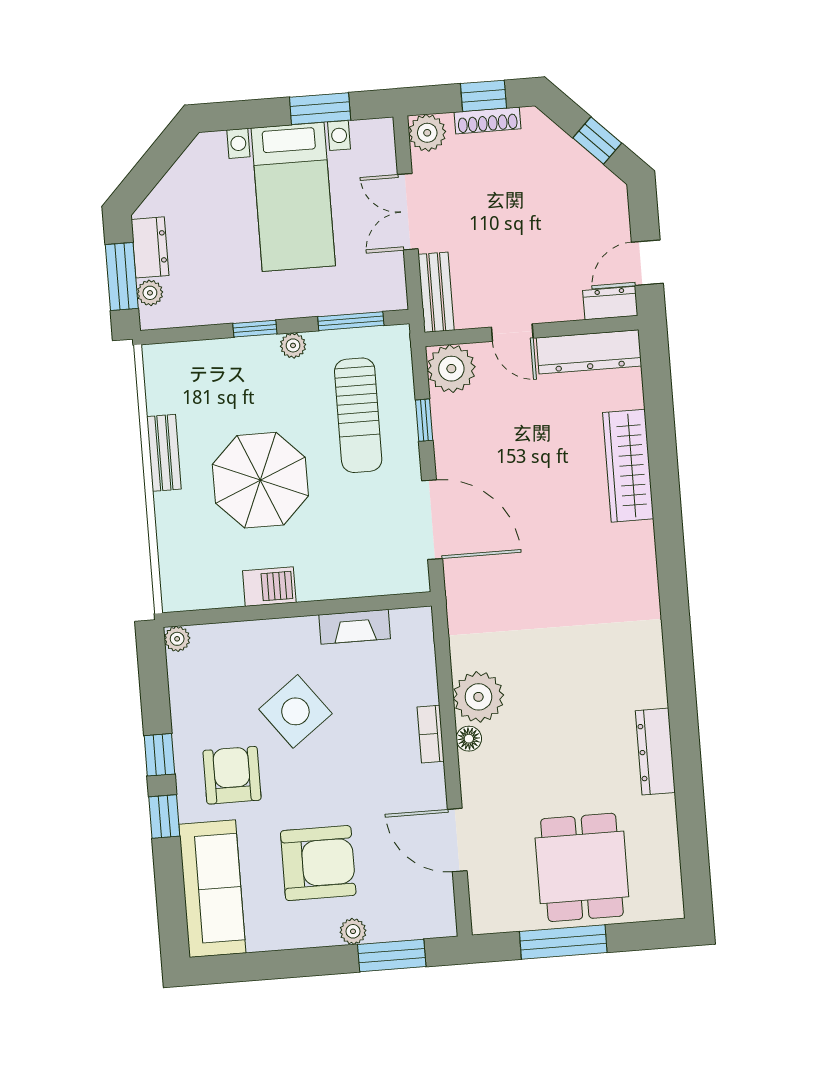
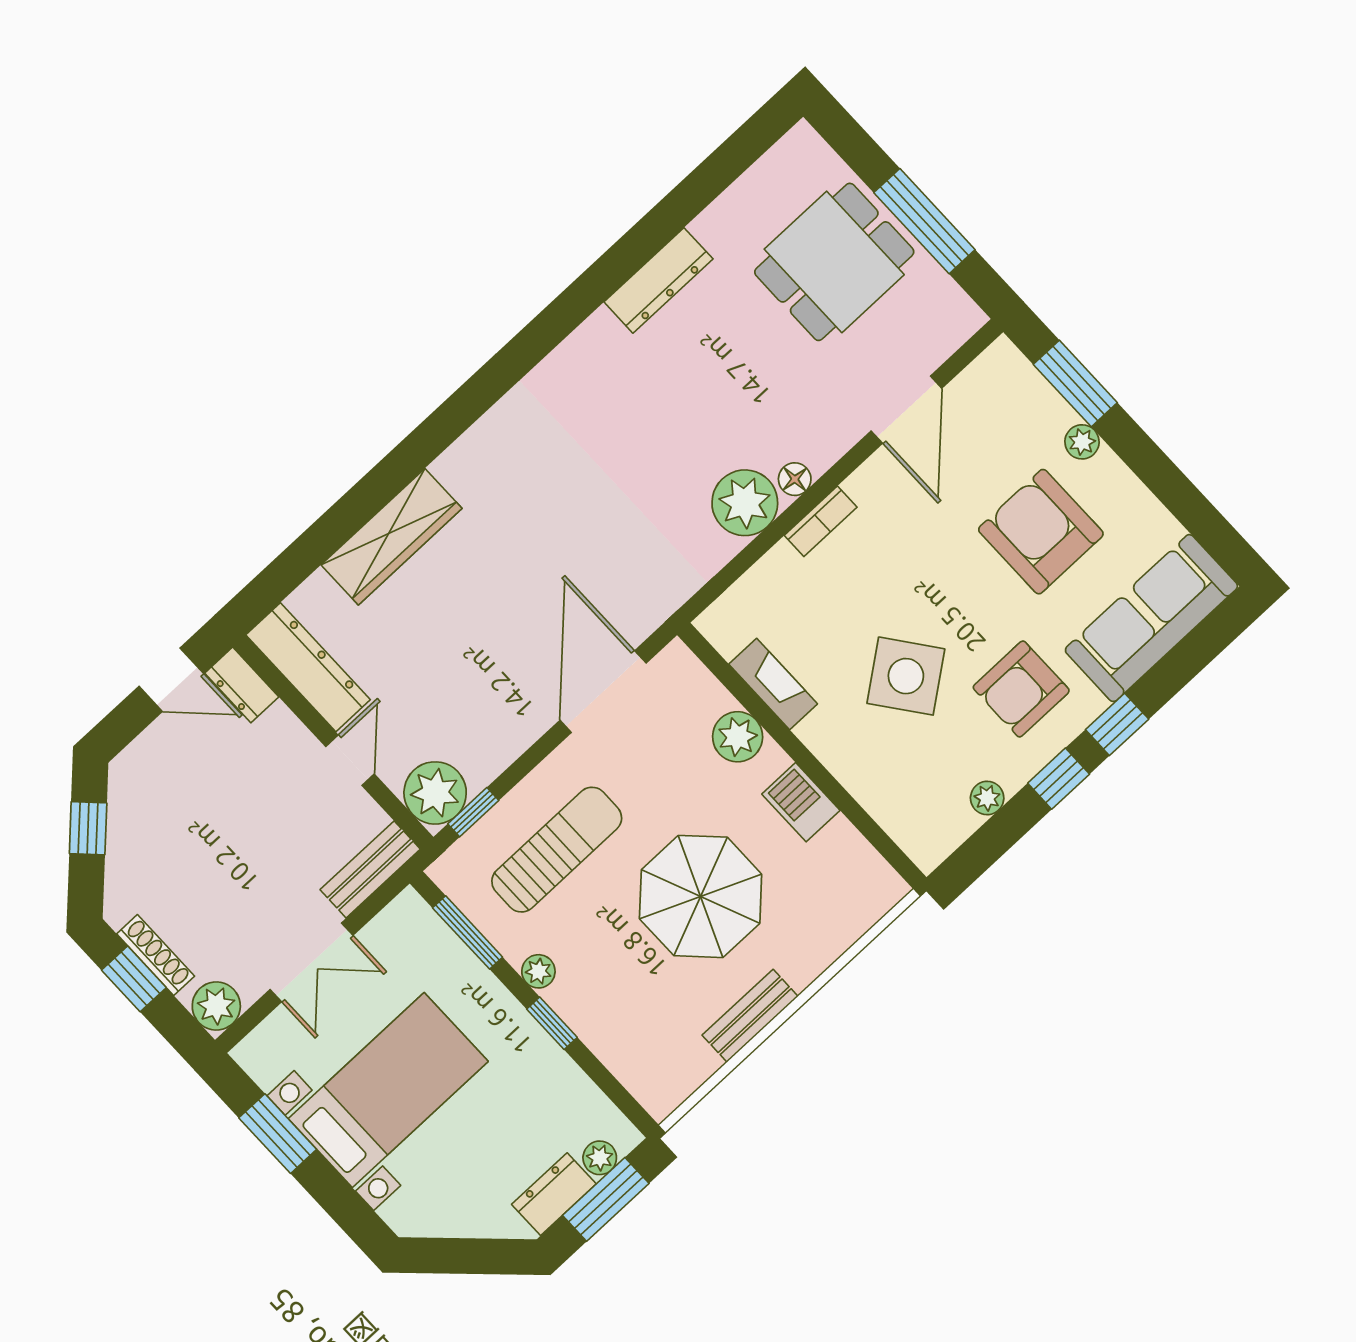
window: (424, 420) -> (473, 812), moved
plant: (340, 580) -> (738, 737), added
plant: (177, 639) -> (987, 798), moved

